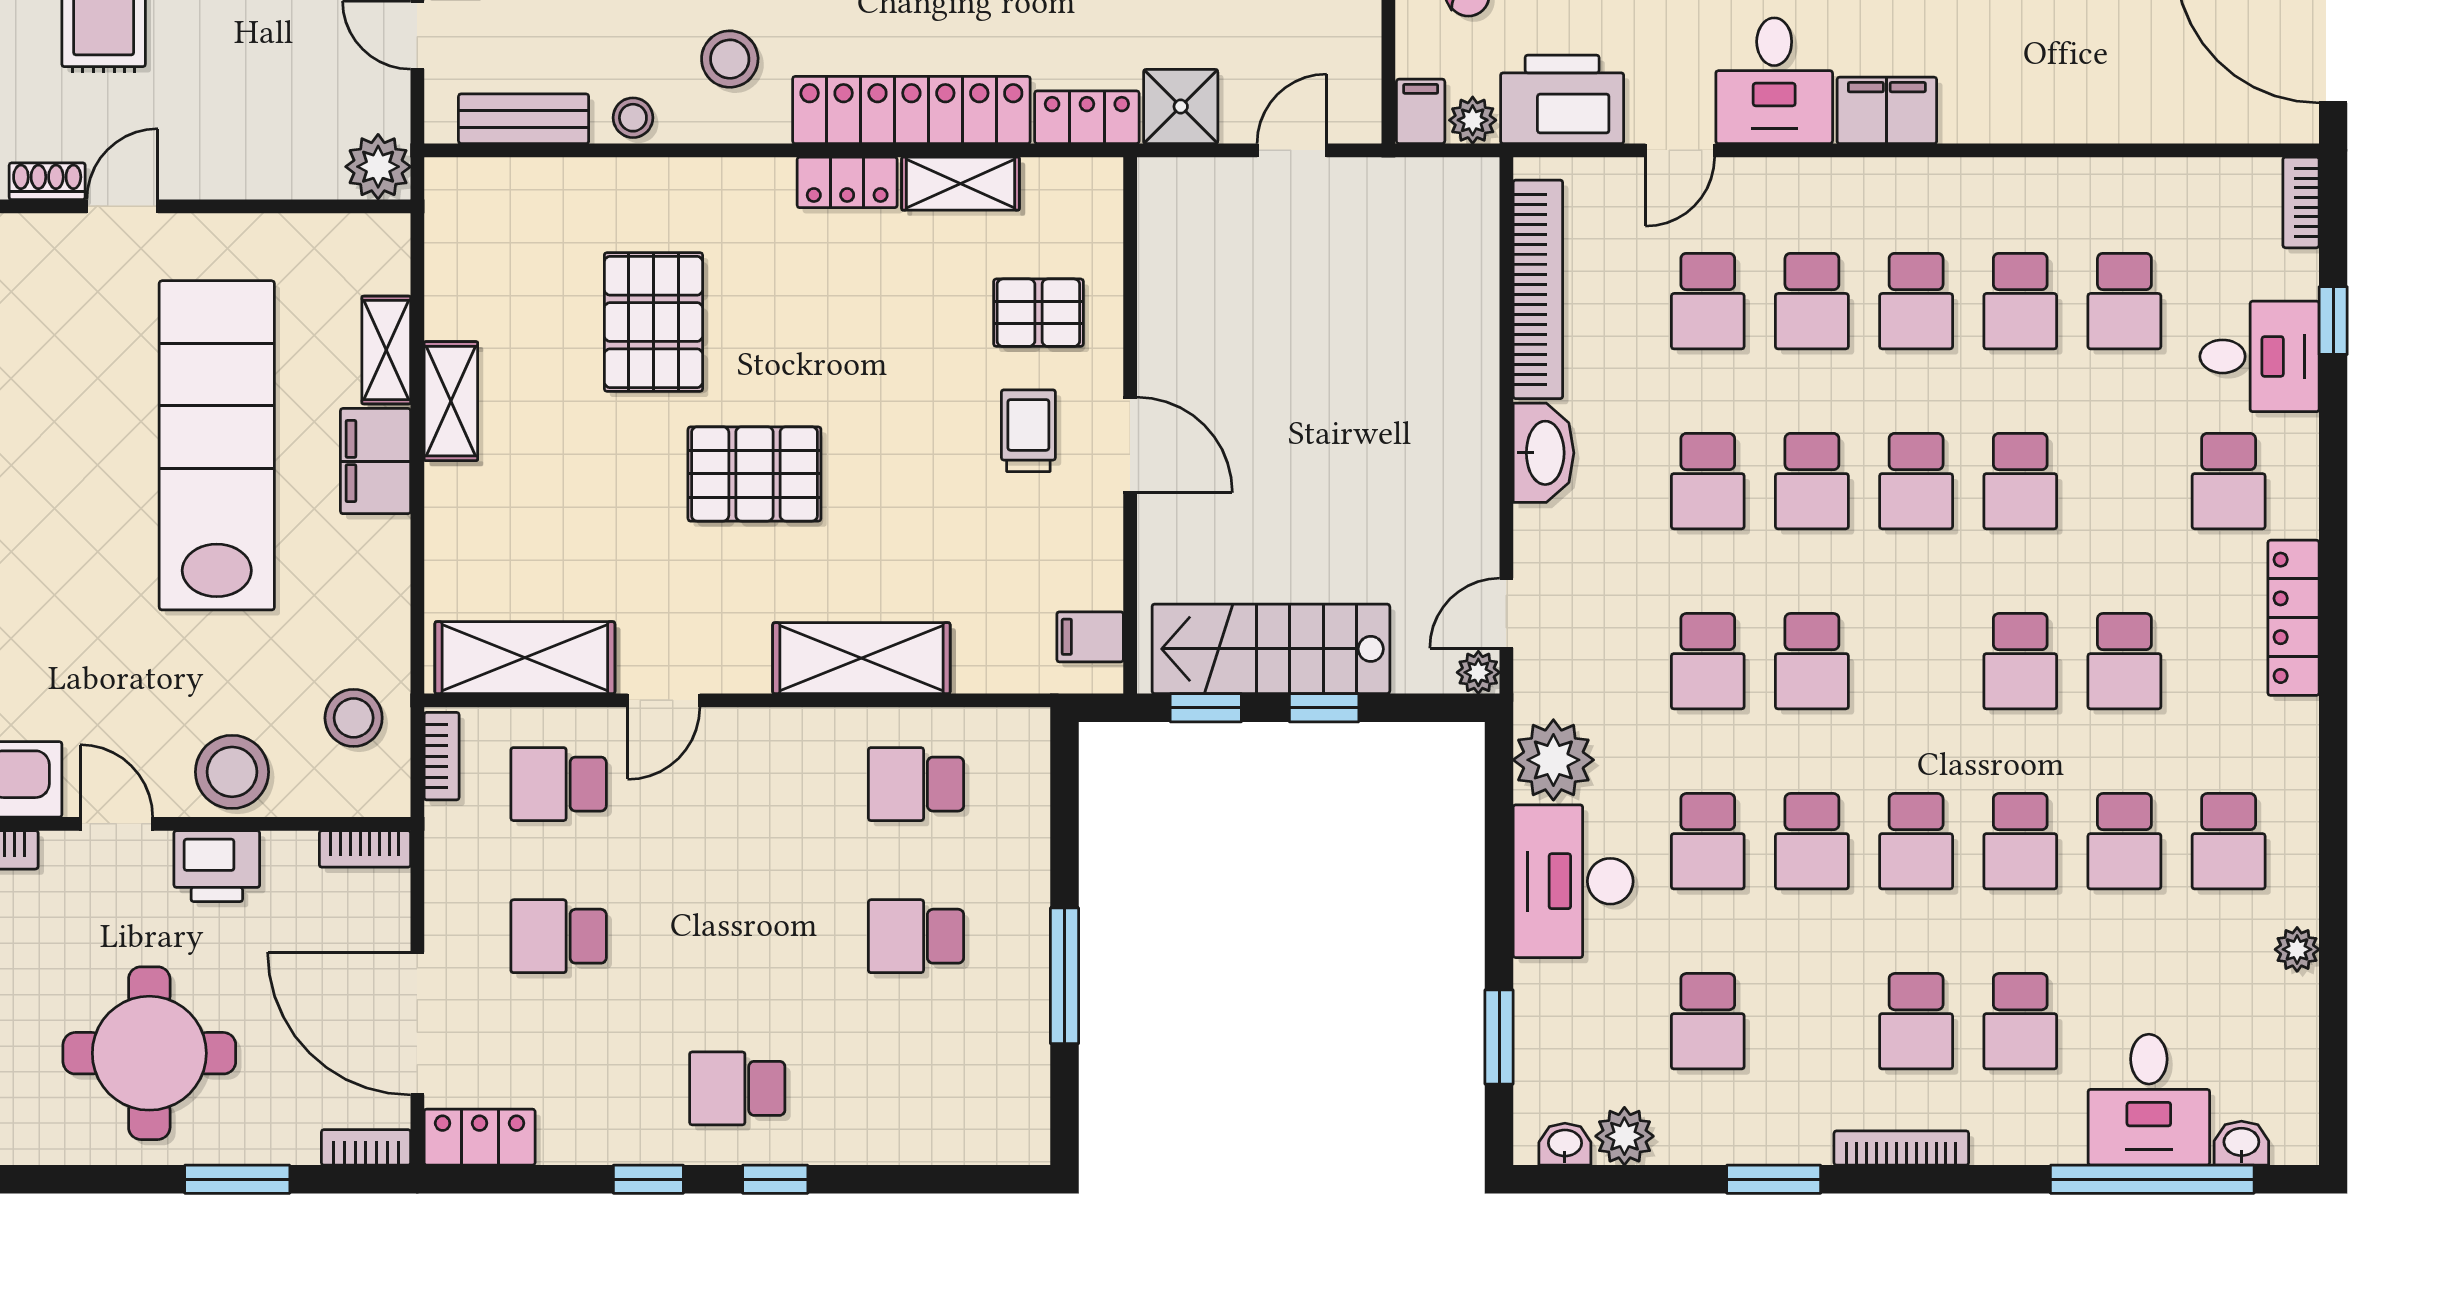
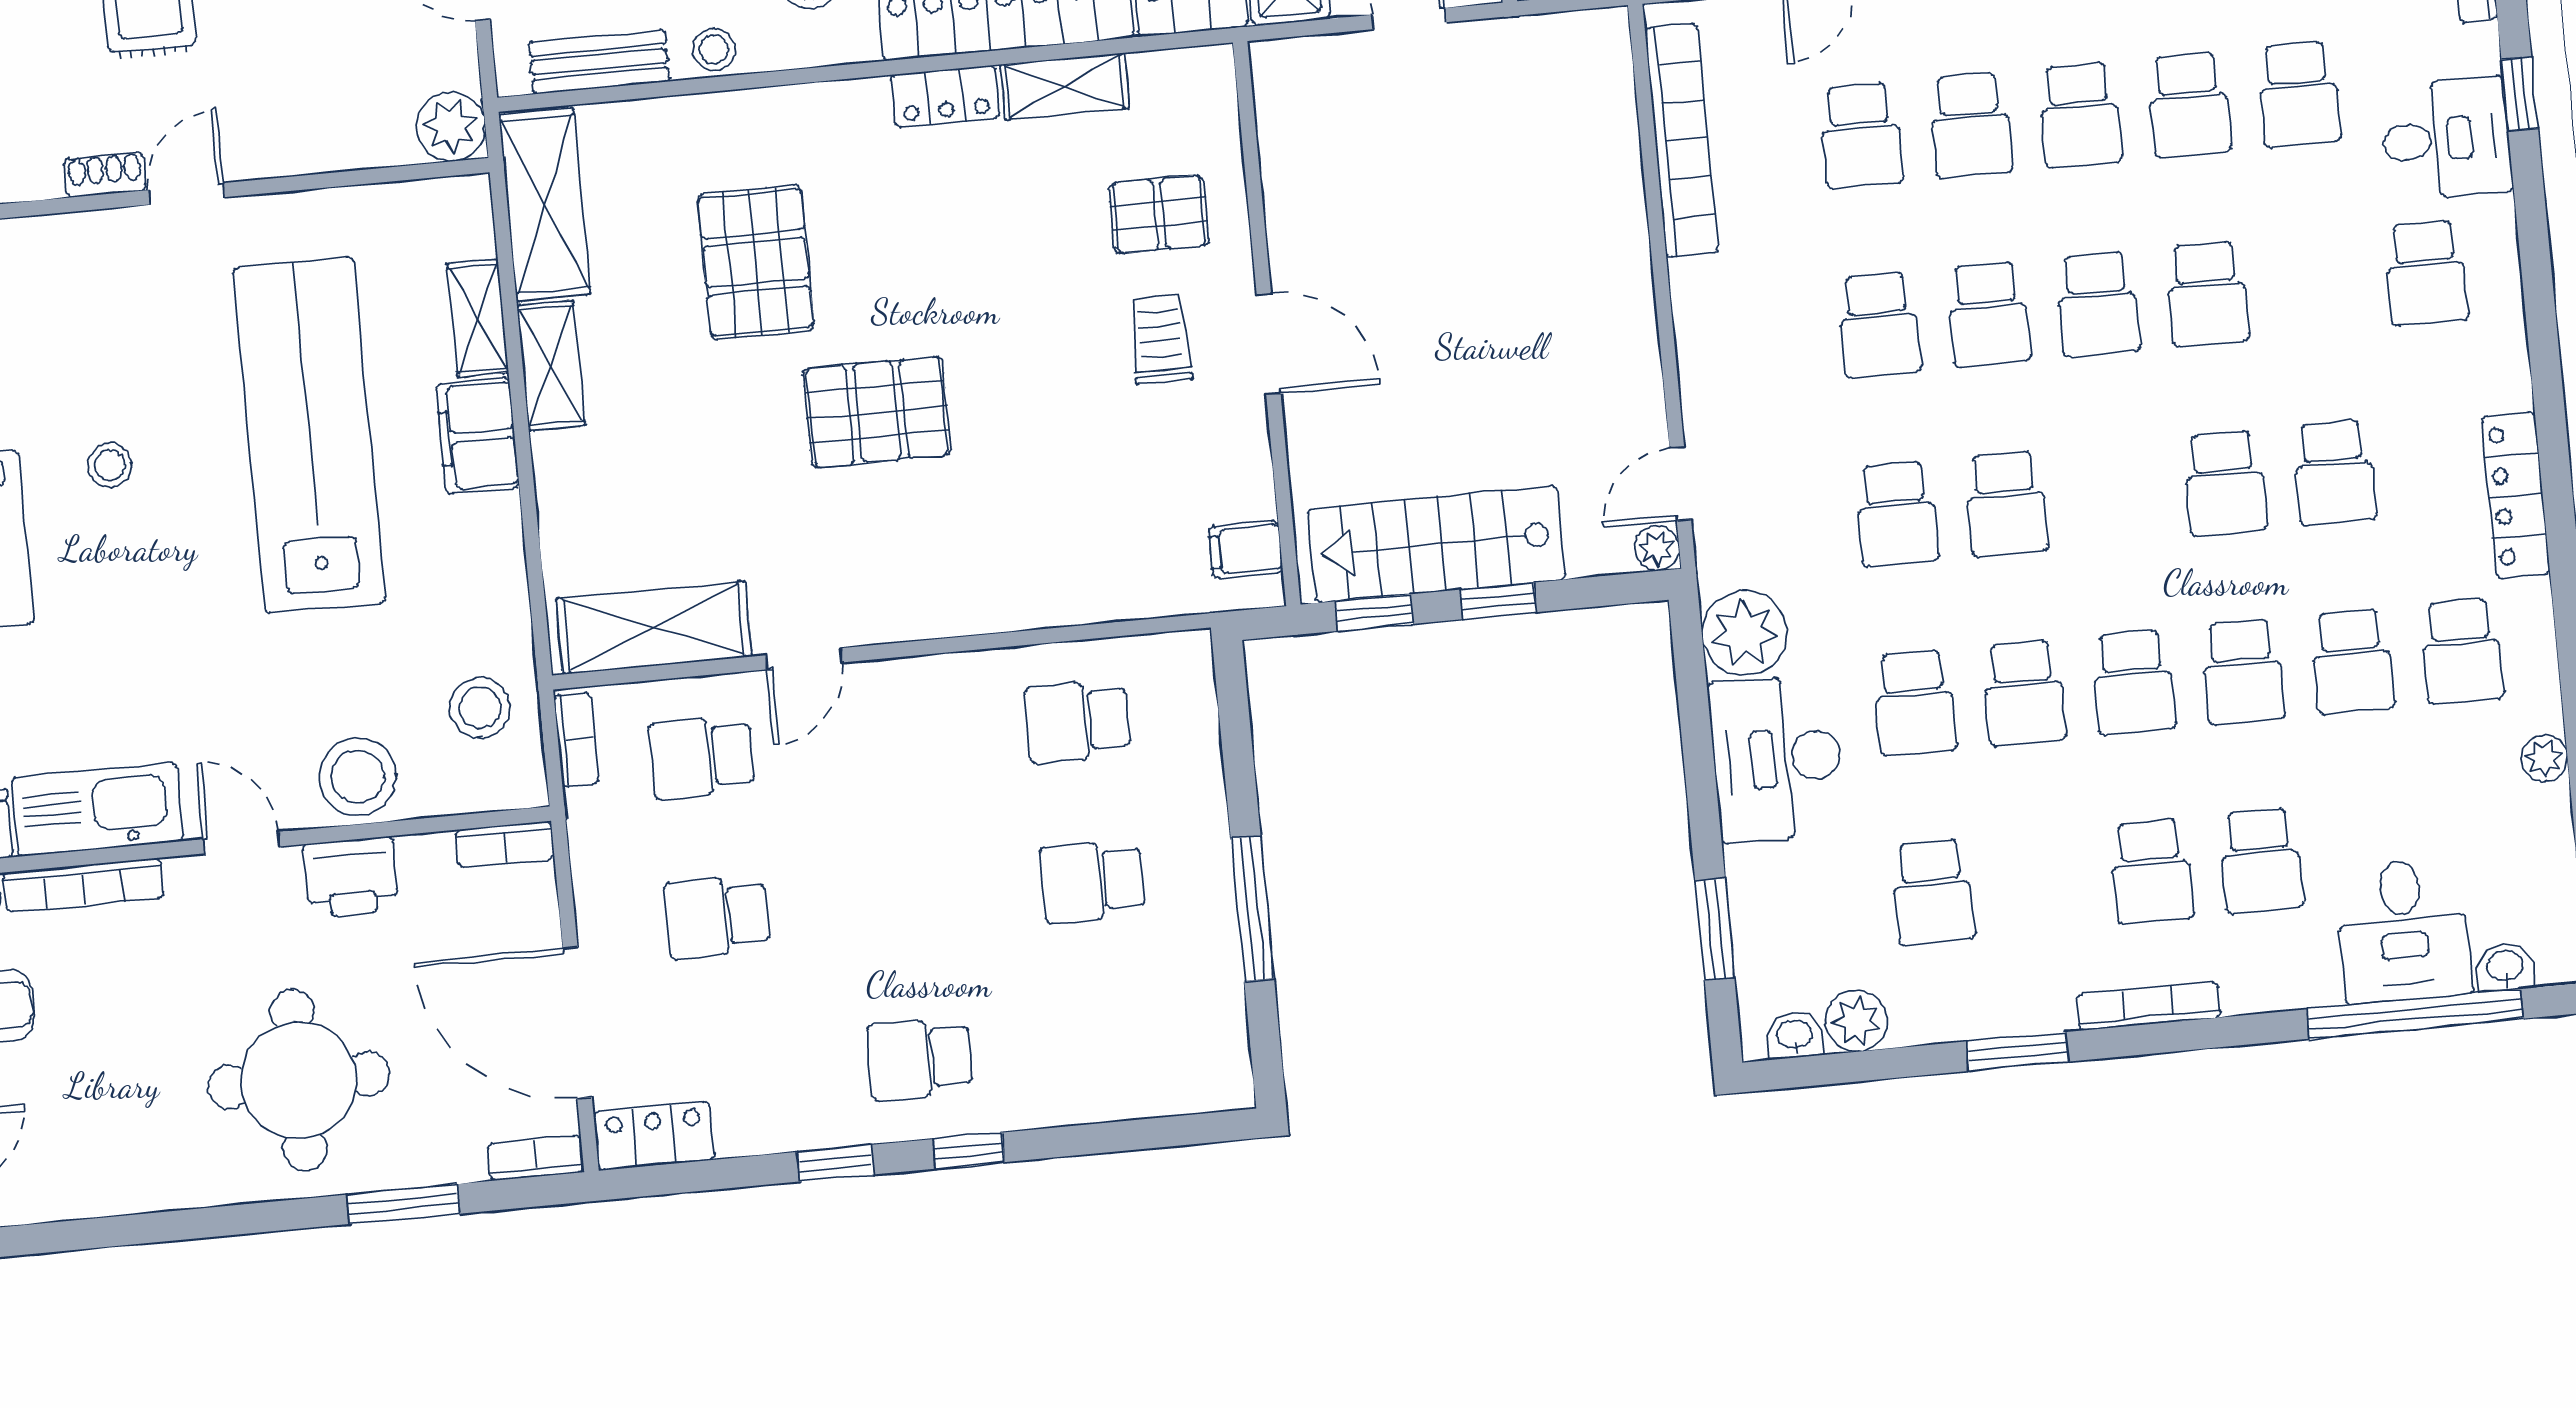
washbasin: (1543, 453) -> (1703, 311), removed
stool: (26, 456) -> (110, 465), added
locker: (2293, 618) -> (2516, 495), moved
shelving: (861, 658) -> (545, 204), moved, turned 90

